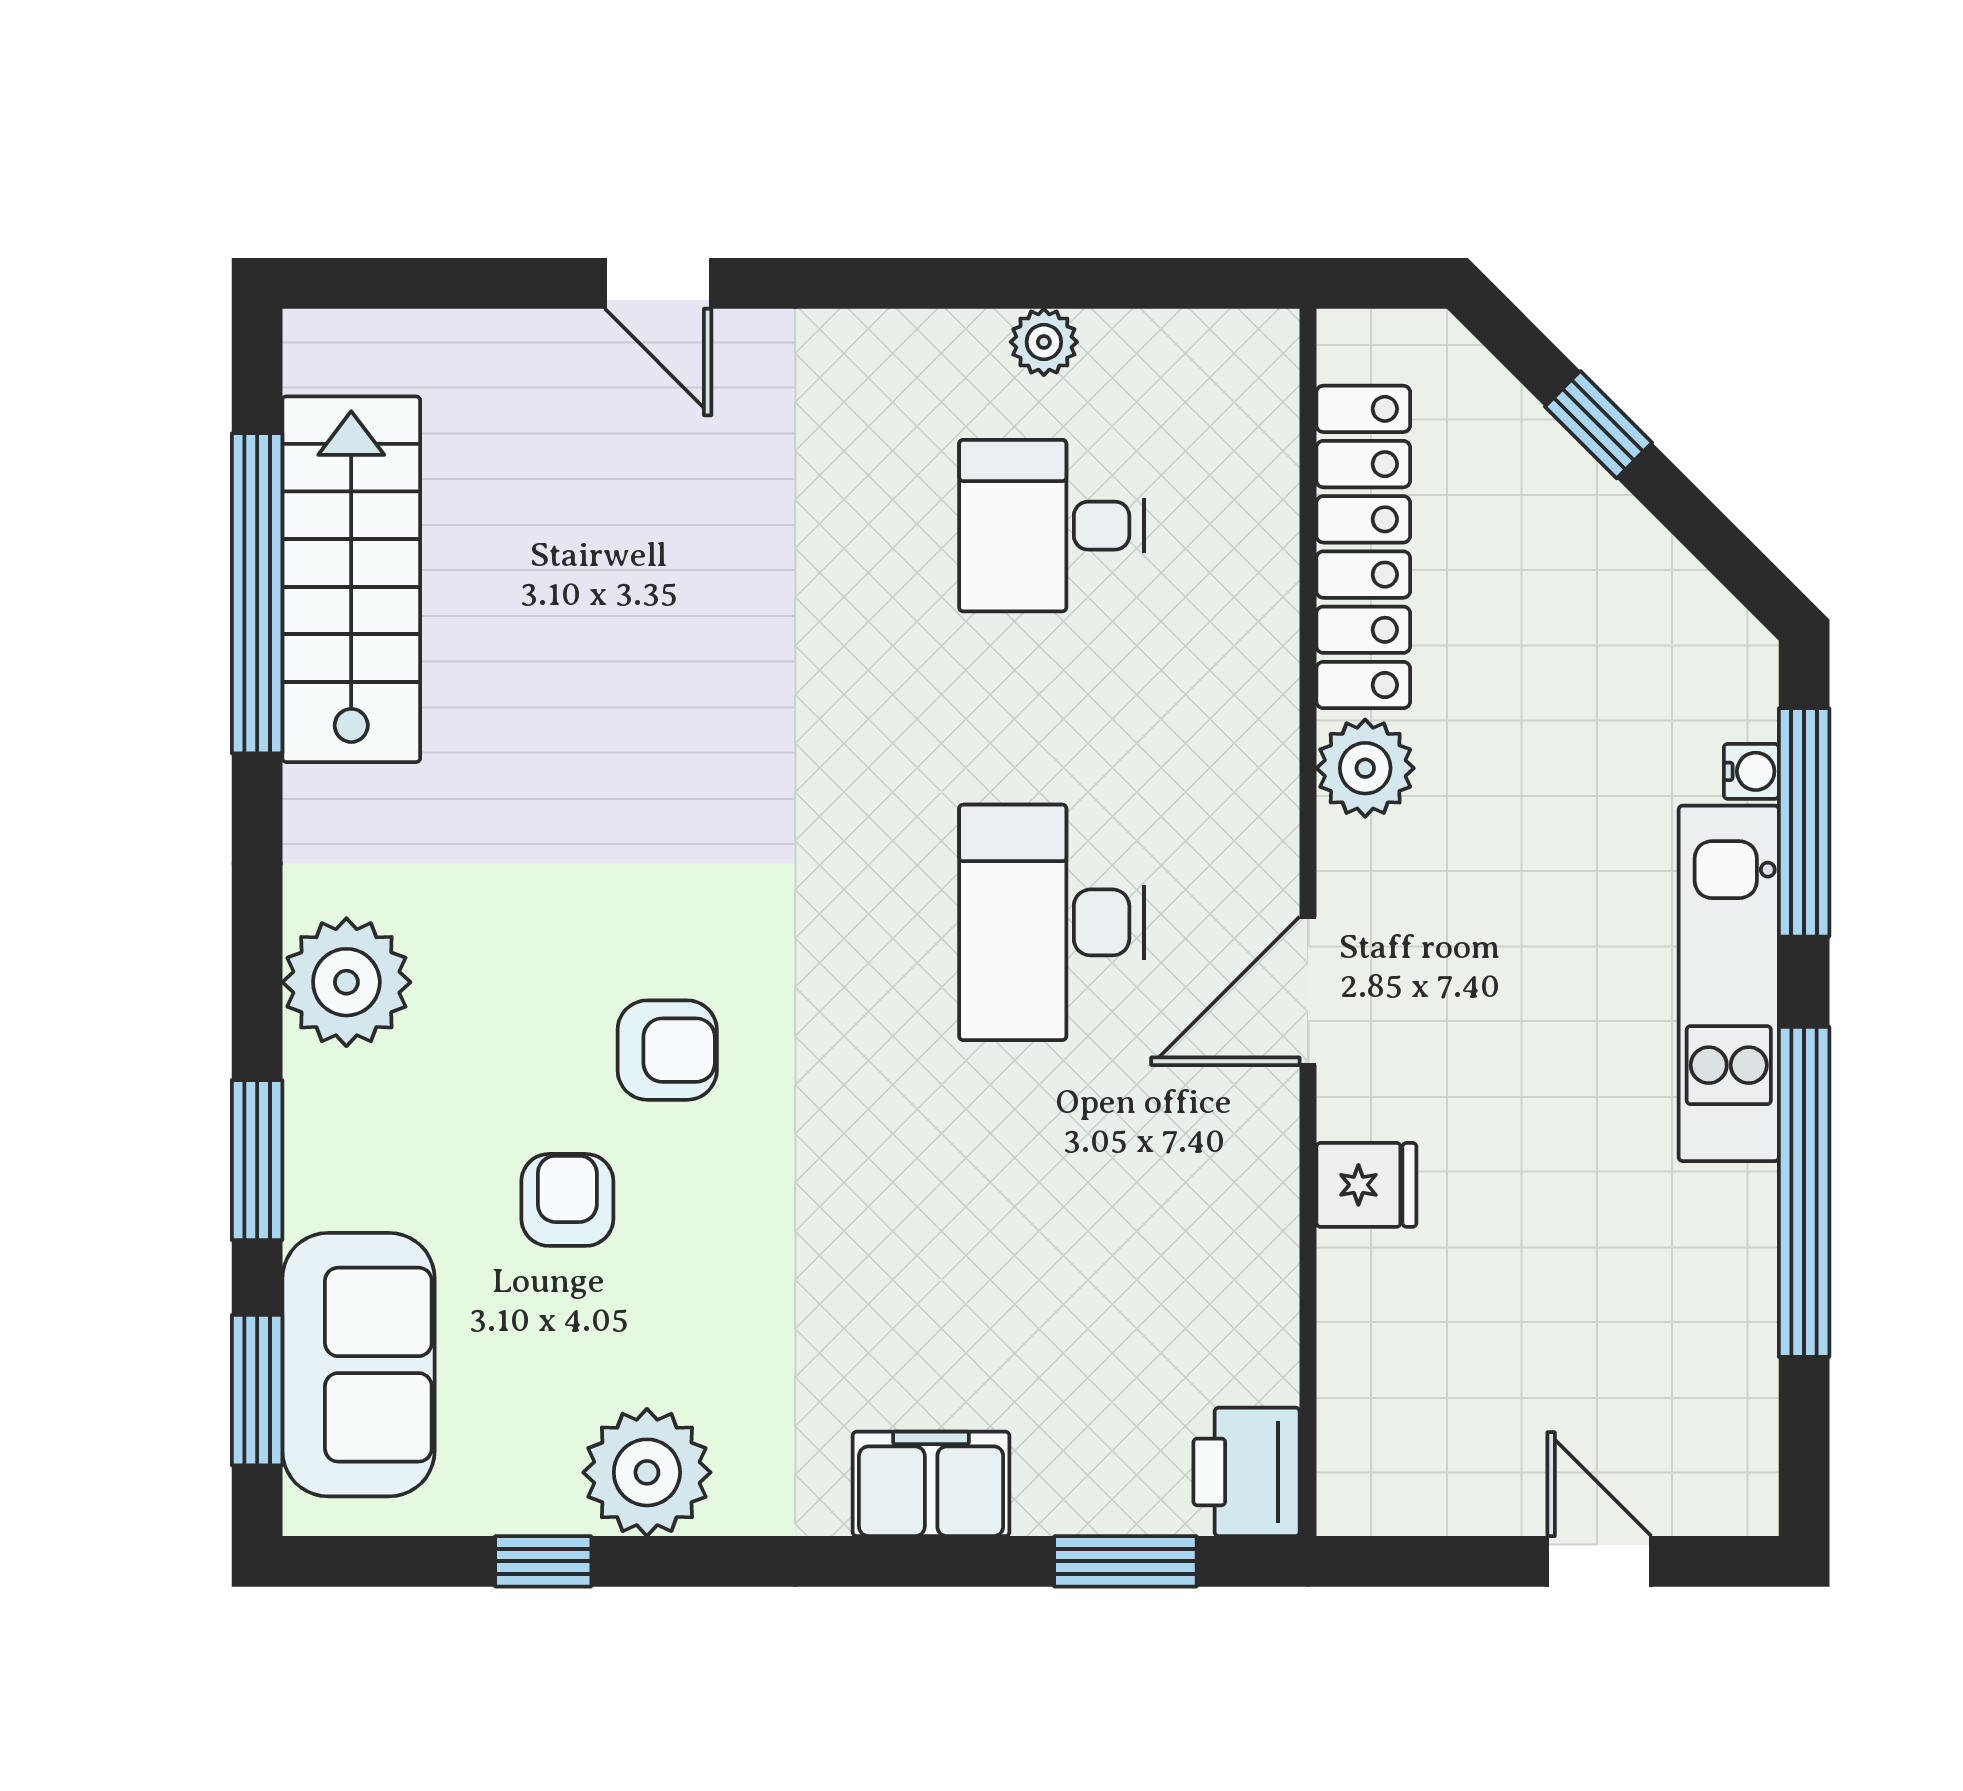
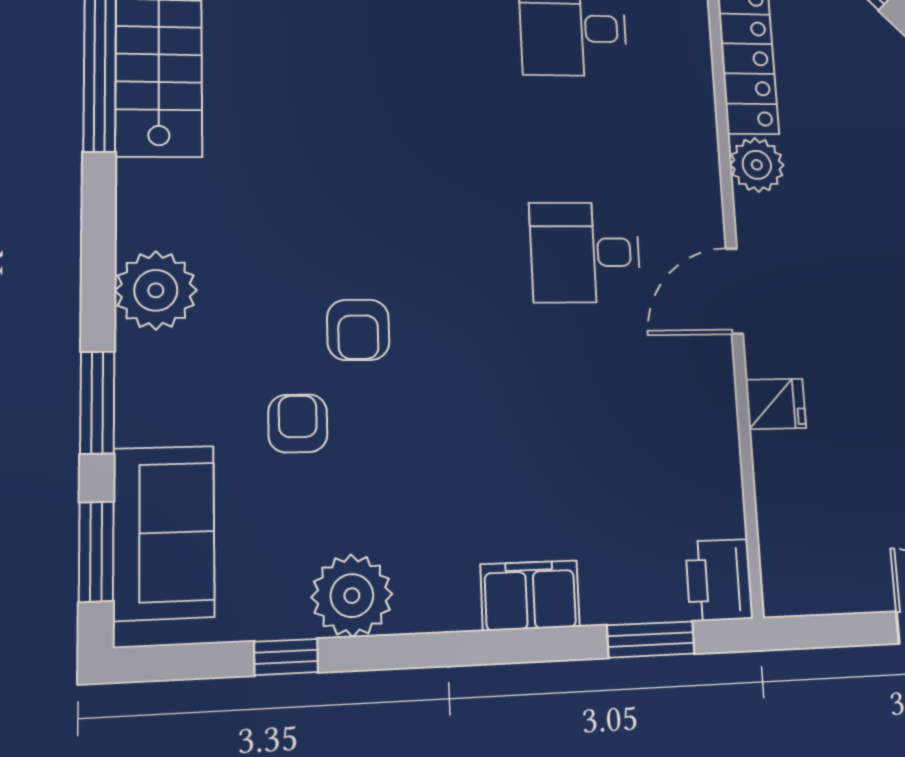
desk: (1052, 922) -> (585, 252), width x0.73
armchair: (667, 1050) -> (358, 330), turned 90

